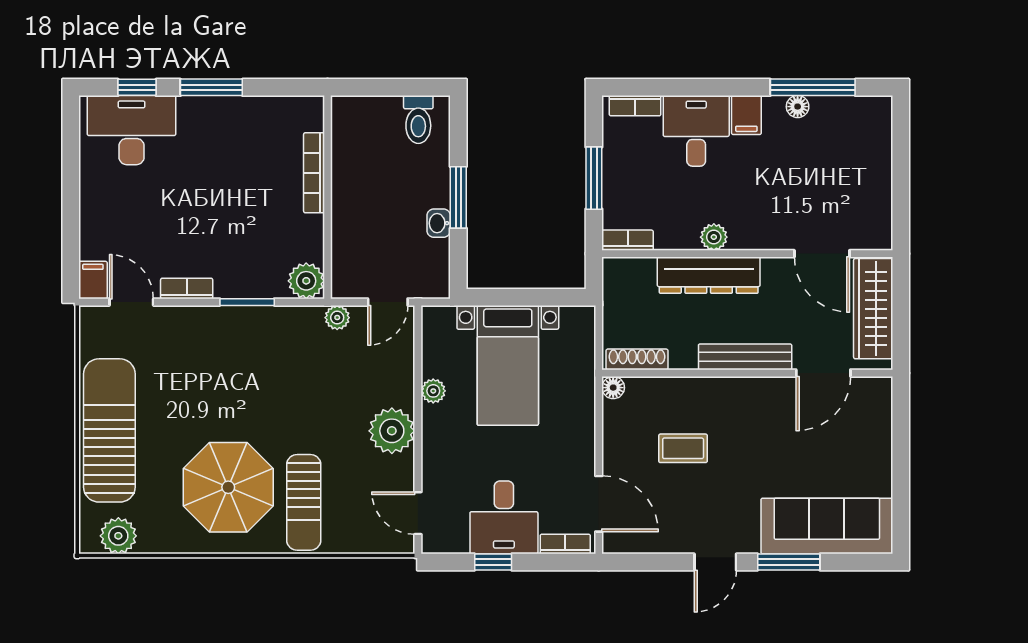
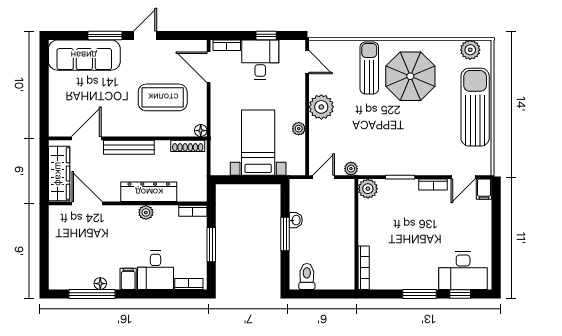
bookcase: (314, 173) -> (364, 268), moved
door: (131, 302) -> (463, 177), hinge flipped
sun lounger: (109, 430) -> (475, 107), turned 180
coffee table: (683, 448) -> (163, 97), width x1.86, depth x1.72

